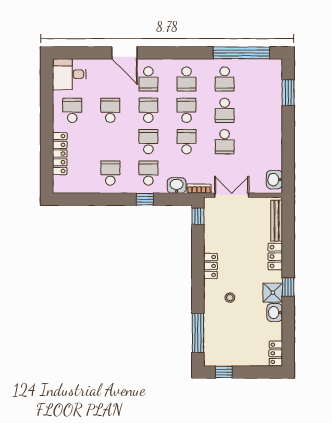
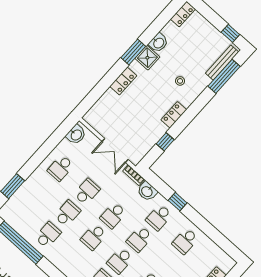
school desk: (187, 79) -> (61, 168), moved, turned 180
window: (198, 216) -> (165, 142), moved
bench: (277, 221) -> (222, 63), moved
window: (288, 287) -> (133, 52), width x1.50

